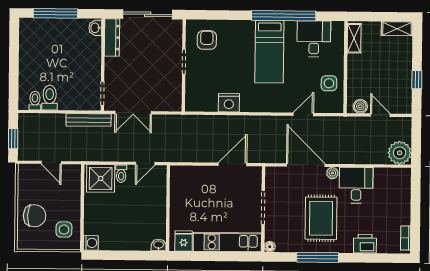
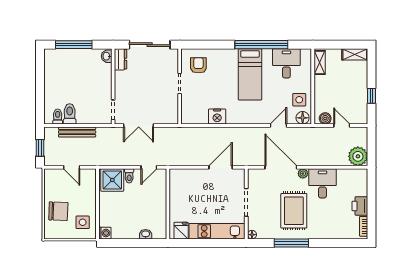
dresser: (112, 38) -> (120, 59), width x0.70
floor lamp: (333, 105) -> (303, 118), added
bench: (89, 120) -> (77, 132), moved
printer: (365, 244) -> (360, 206), moved, turned -90
washbasin: (159, 245) -> (146, 234), moved

